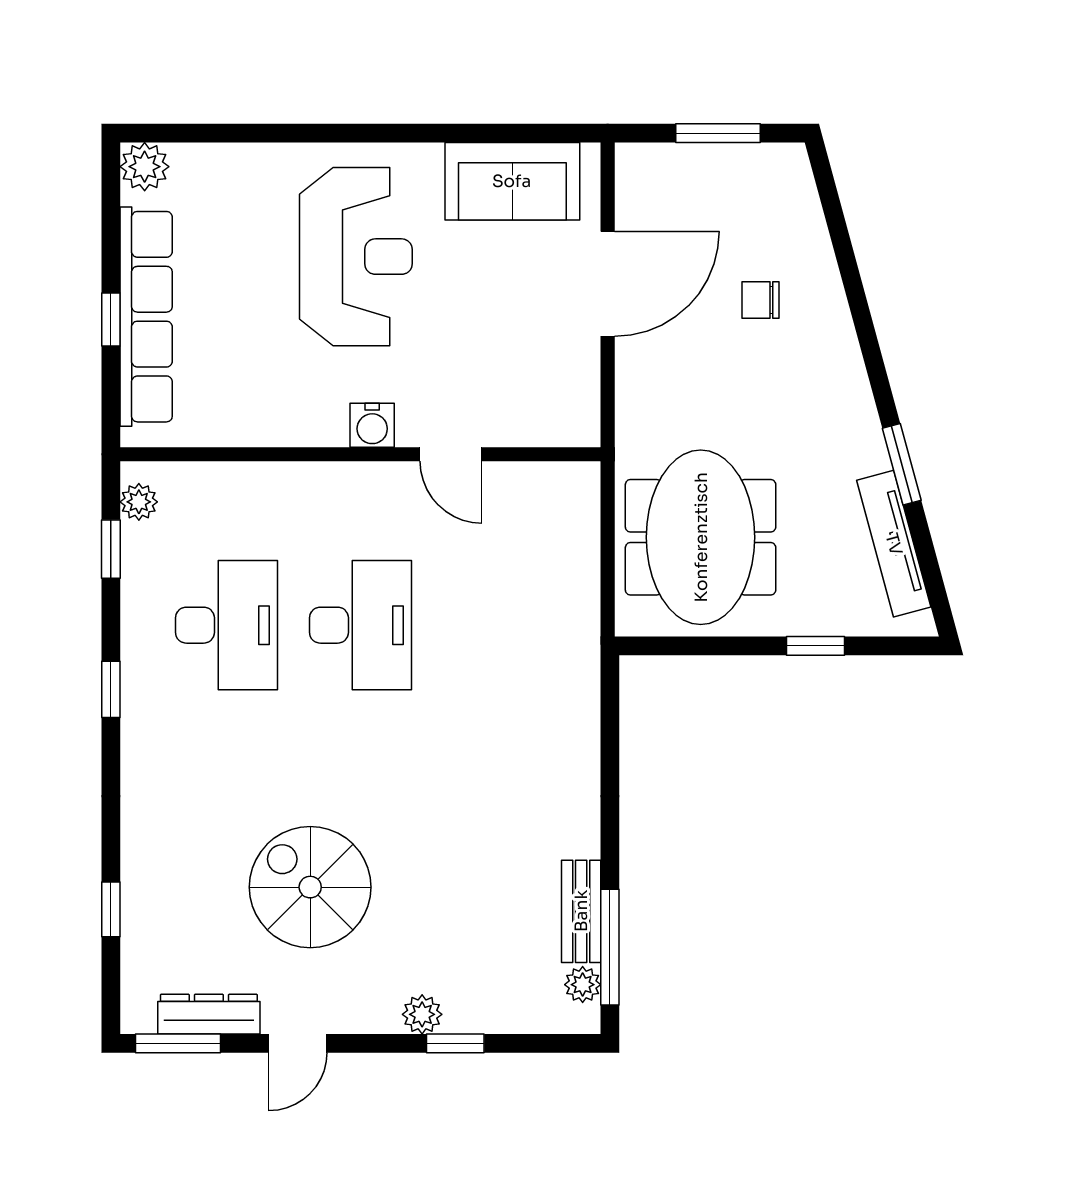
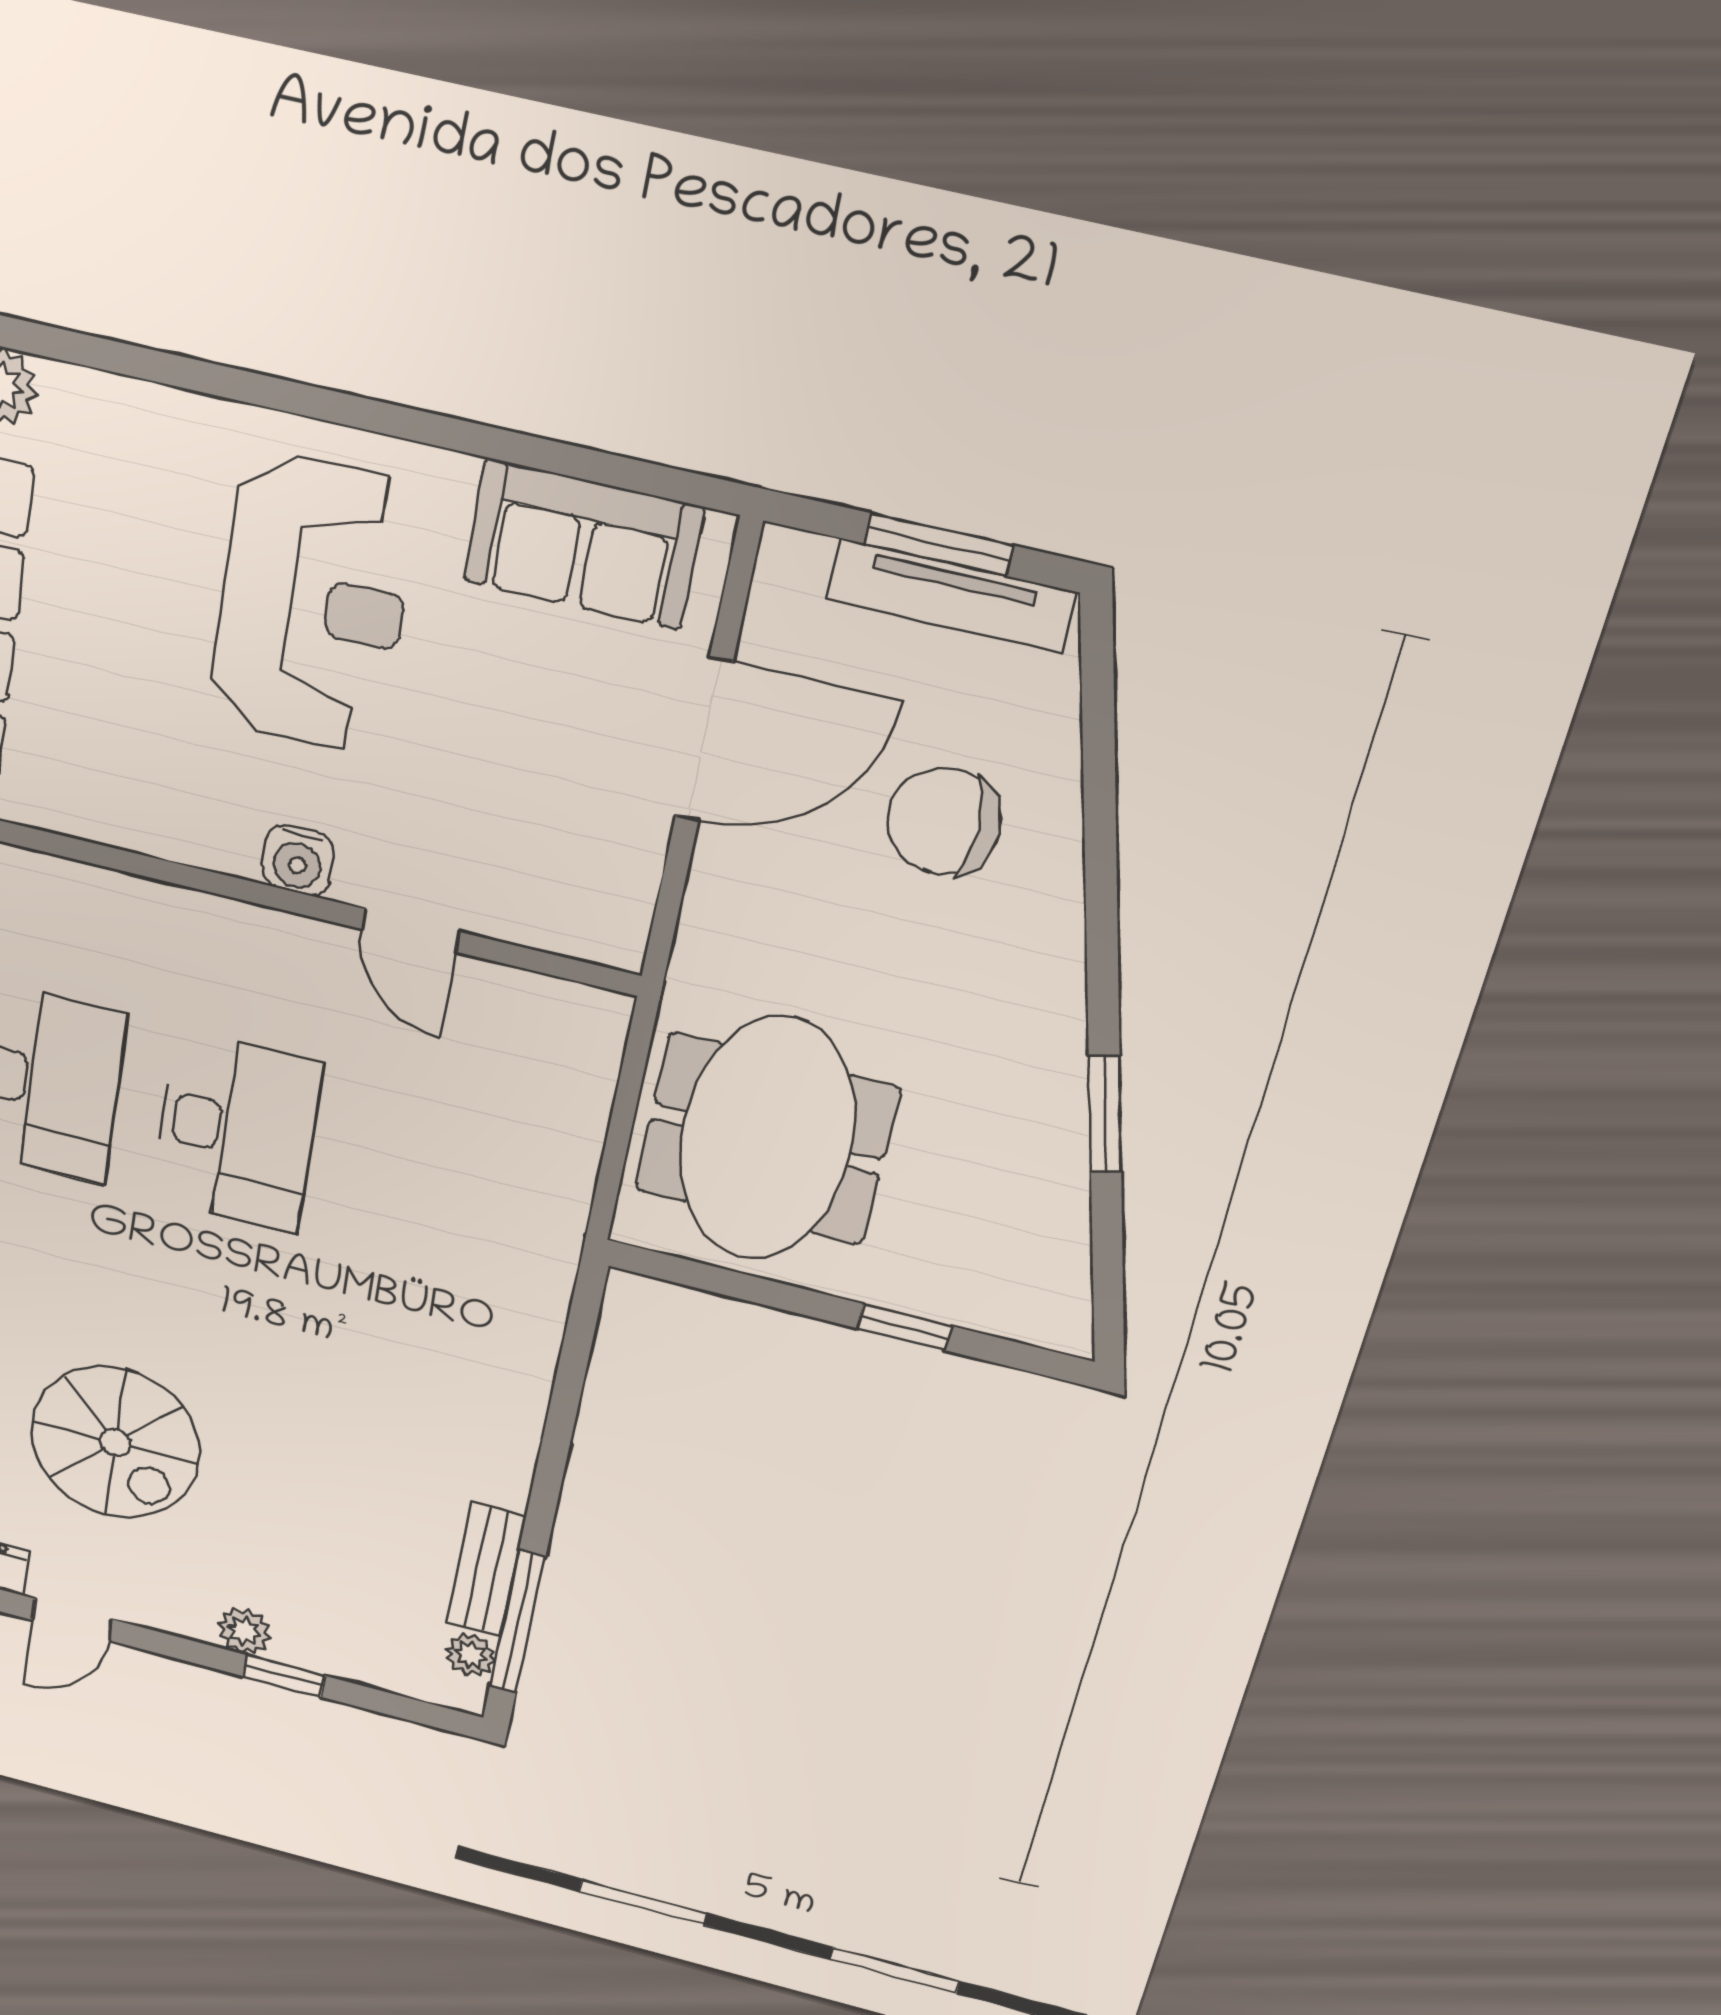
chair: (760, 300) -> (944, 821), width x1.87, depth x1.87
tv unit: (894, 544) -> (951, 596), moved, turned -75
spiral stairs: (310, 887) -> (115, 1442), turned 180

